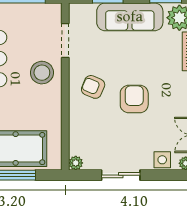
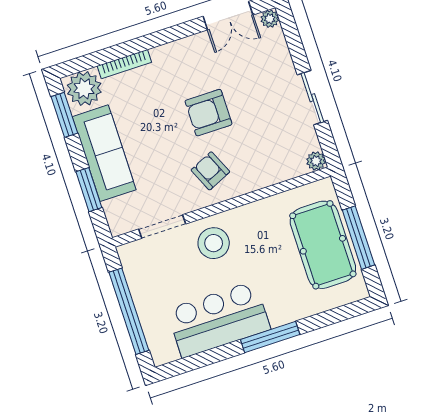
armchair: (93, 87) -> (210, 171), turned 133
side table: (162, 160) -> (275, 51), removed

